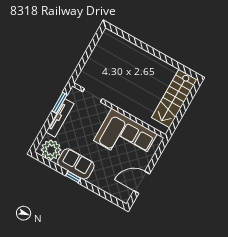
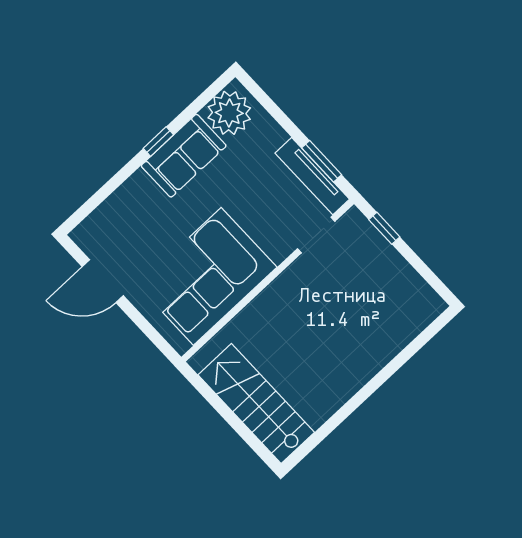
window: (80, 66) -> (384, 228), added
tv unit: (60, 118) -> (312, 176), moved
door: (142, 182) -> (103, 281), swing flipped

